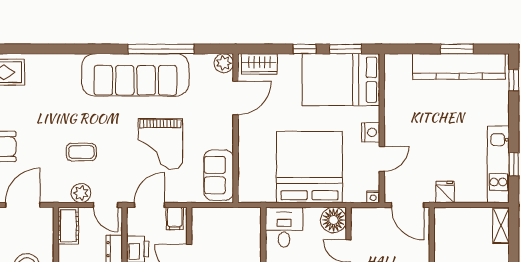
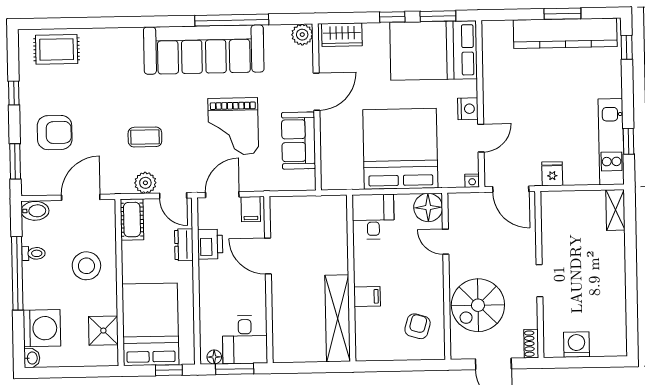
door: (236, 98) -> (317, 92), moved
sofa: (219, 175) -> (299, 141), moved

